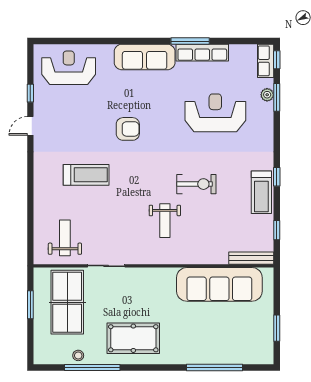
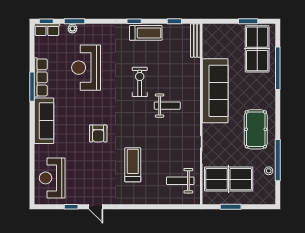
armchair: (128, 129) -> (98, 133), turned 180
sofa: (219, 284) -> (215, 91), moved
table tennis table: (240, 340) -> (257, 49), added

